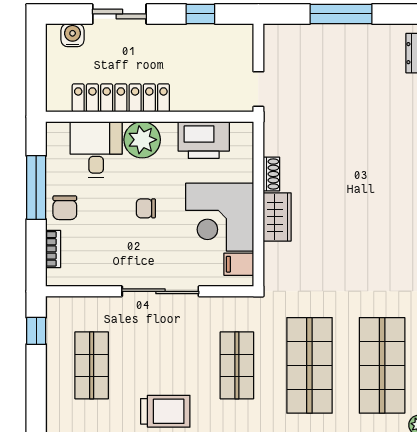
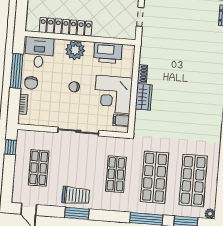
doorway: (258, 89) -> (140, 17), moved
desk: (96, 150) -> (39, 52), moved

